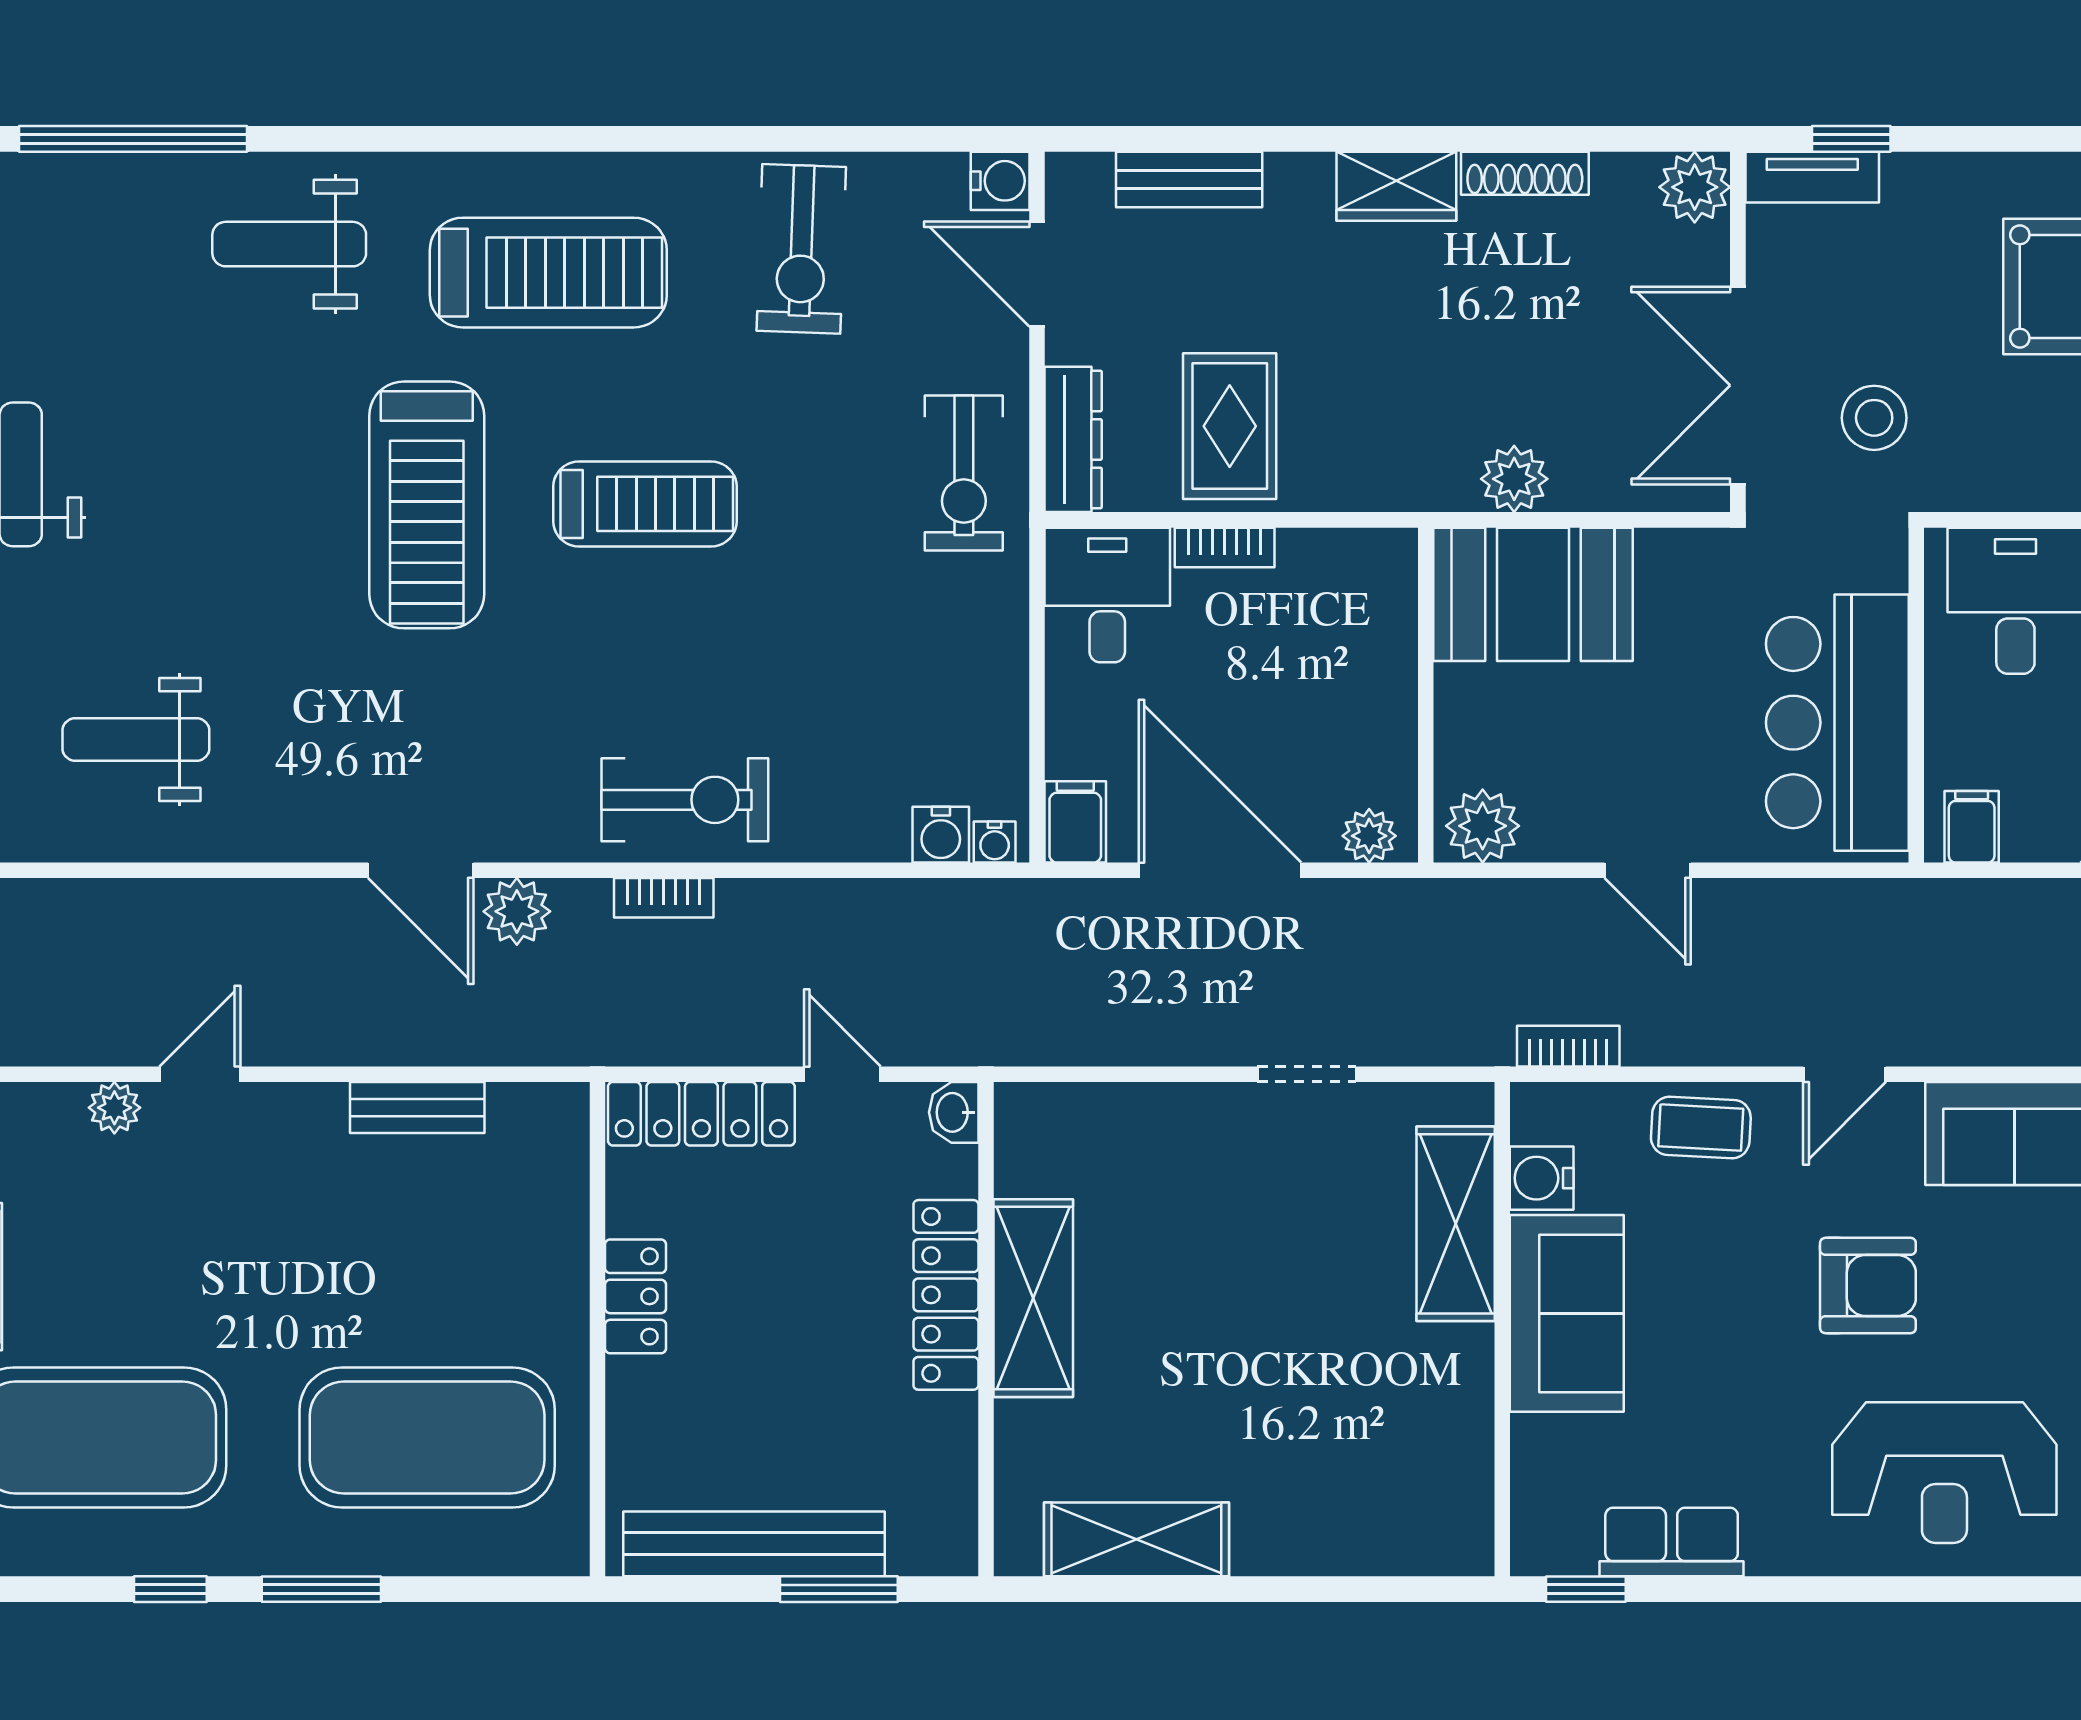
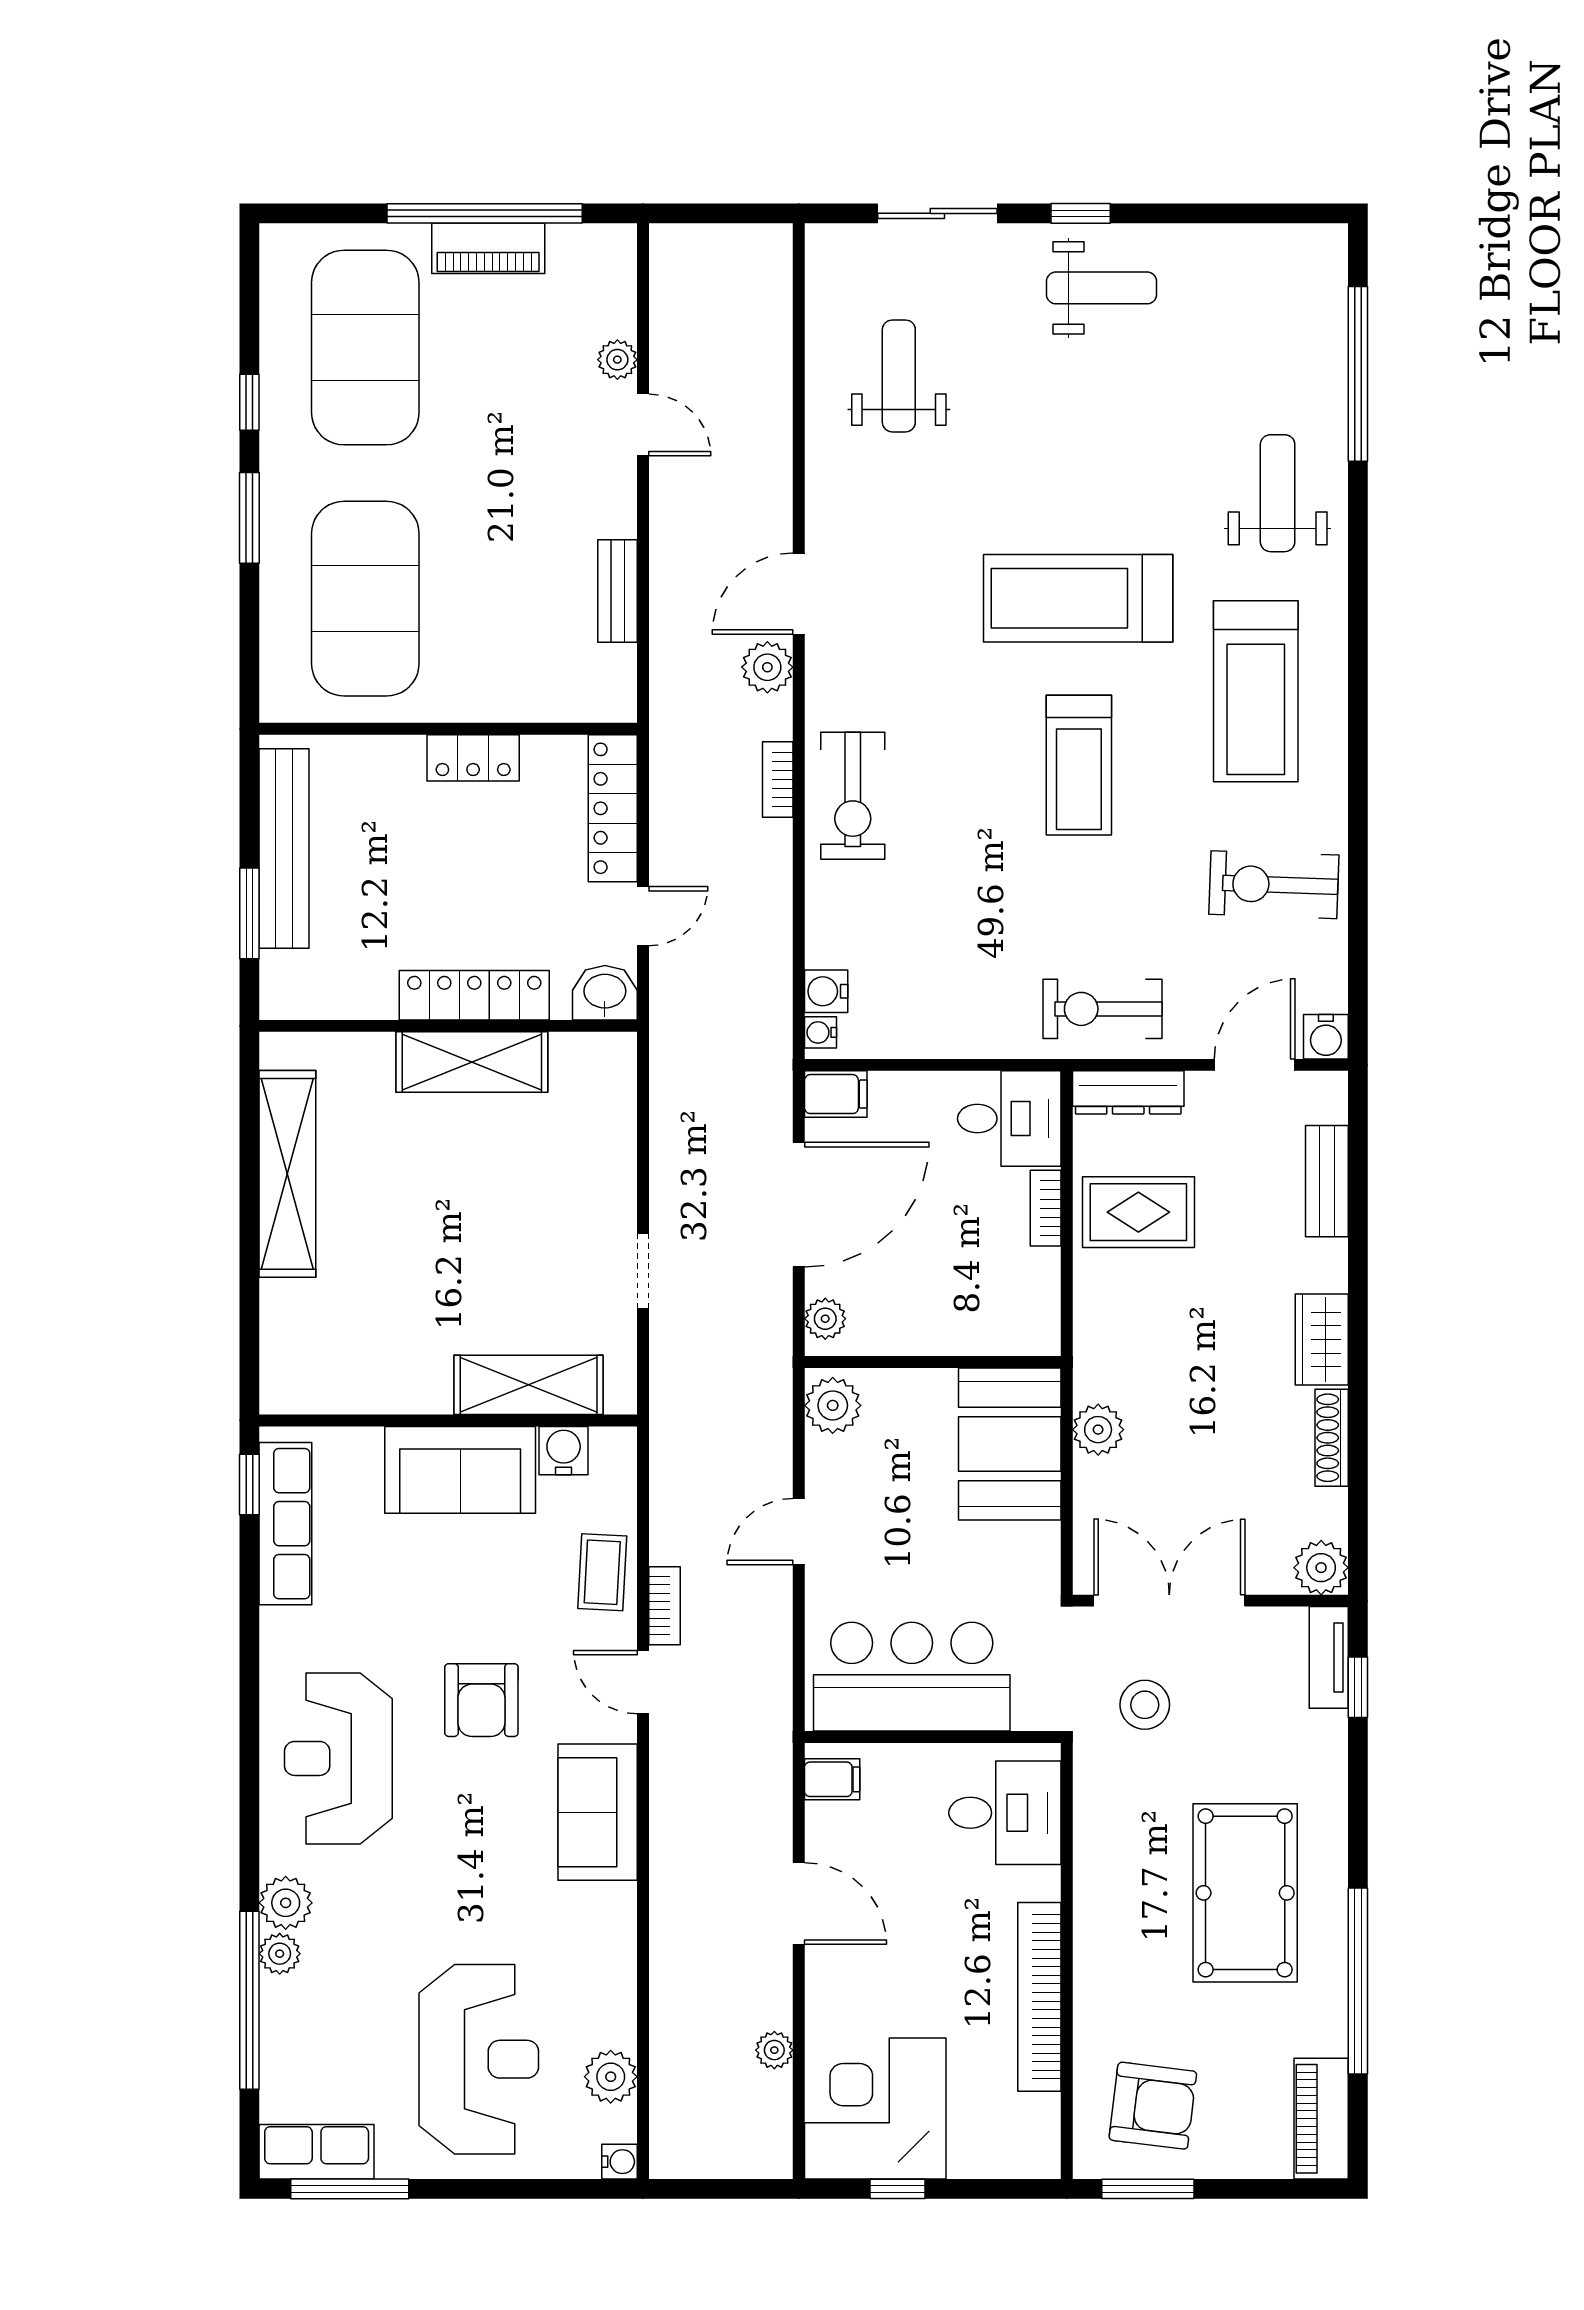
bookcase: (1568, 1046) -> (664, 1606), moved
washbasin: (954, 1112) -> (605, 993), width x1.38, depth x1.45
shelving: (1136, 1539) -> (287, 1174), width x1.47
row of seats: (1672, 1542) -> (285, 1524), width x1.48

